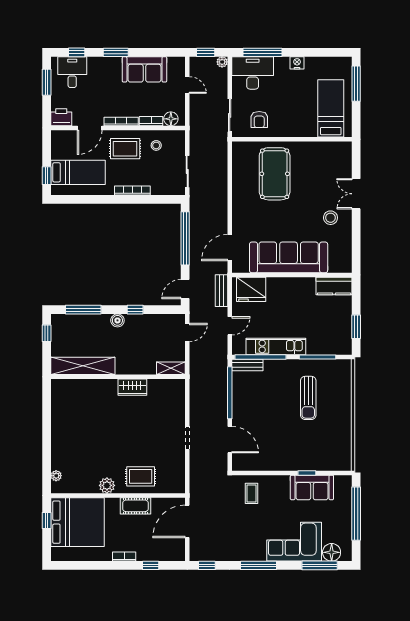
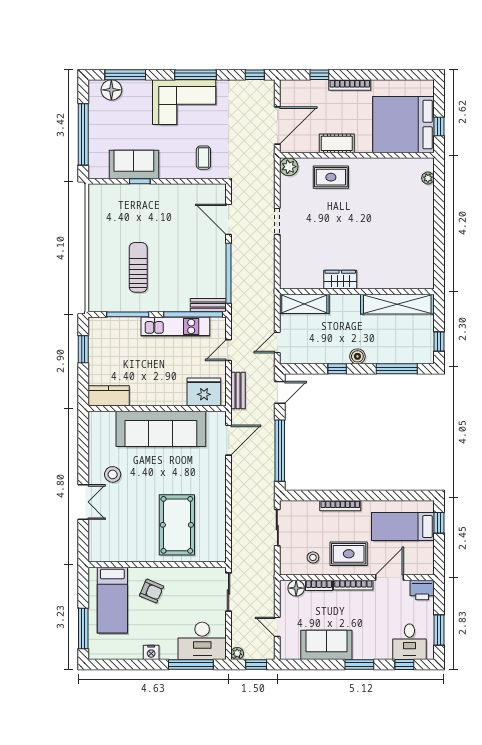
armchair: (259, 120) -> (152, 591), moved, turned 113
shelving: (171, 368) -> (304, 304), width x1.50, depth x1.33
plant: (107, 485) -> (289, 167), moved
corner sofa: (294, 542) -> (184, 102), moved
bookcase: (124, 557) -> (350, 85), width x1.56

